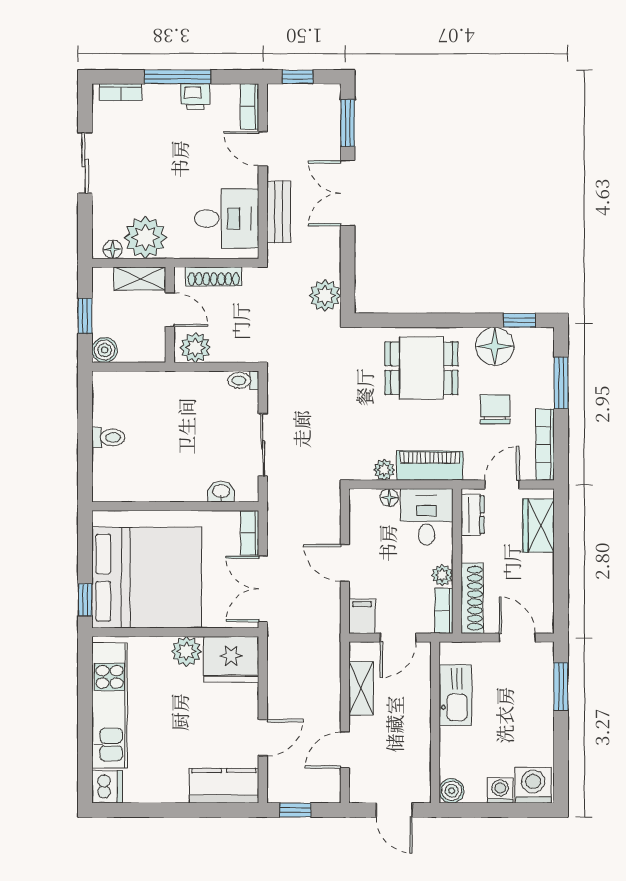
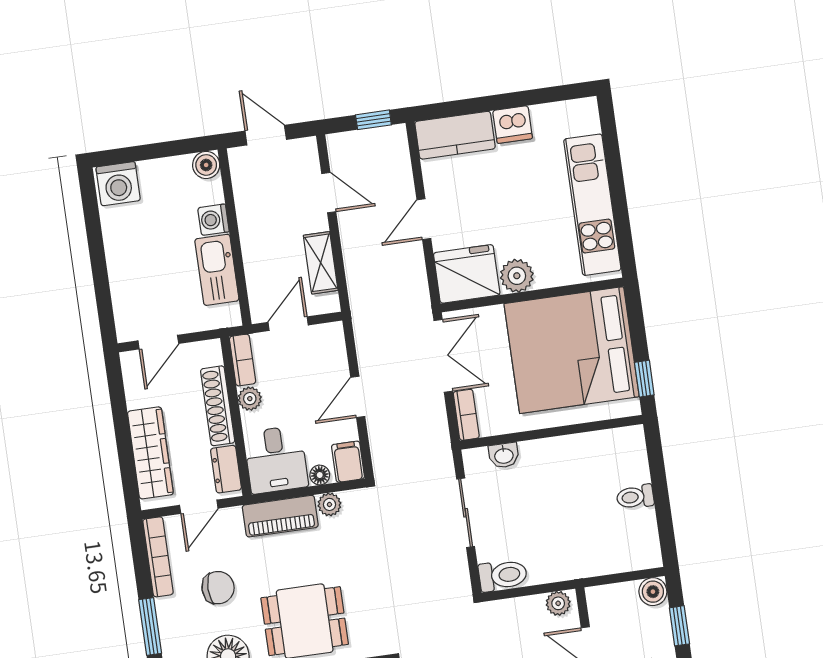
plant: (195, 347) -> (558, 603), width x0.73, depth x0.73
toilet: (243, 380) -> (503, 575), width x1.37, depth x1.39
chair: (495, 409) -> (218, 588), turned -90
wardrobe: (539, 526) -> (150, 453), width x1.50
door: (345, 563) -> (358, 397), swing flipped
shoe rack: (472, 598) -> (218, 406), moved
window: (85, 600) -> (644, 379), moved
filing cabinet: (362, 616) -> (348, 462), moved, turned 180
door: (517, 638) -> (158, 342), hinge flipped
window: (561, 686) -> (103, 296), removed
door: (263, 738) -> (424, 219), moved
door: (345, 750) -> (329, 193), hinge flipped
dishwasher: (107, 787) -> (513, 125), moved, turned -90
washing machine: (500, 790) -> (213, 220), moved, turned 90

